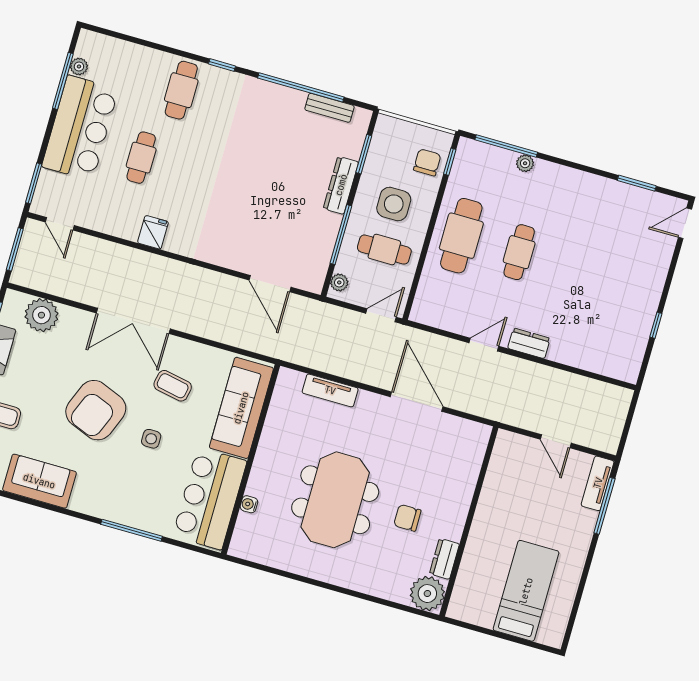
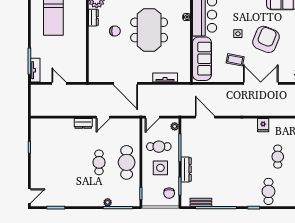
chair: (427, 162) -> (169, 193), moved

